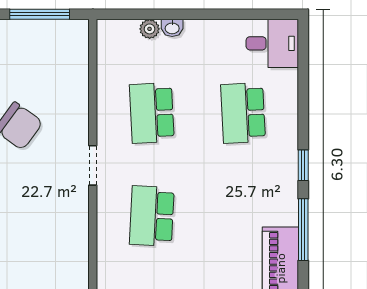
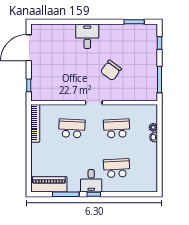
desk: (272, 43) -> (91, 181), moved

